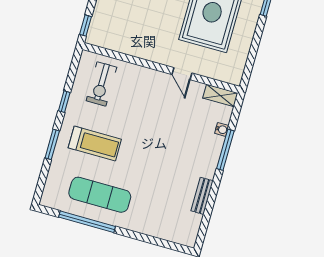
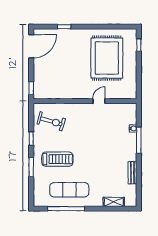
door: (182, 74) -> (99, 101), swing flipped
exercise bike: (101, 84) -> (51, 121), turned -74
shelving: (220, 96) -> (114, 202), moved

